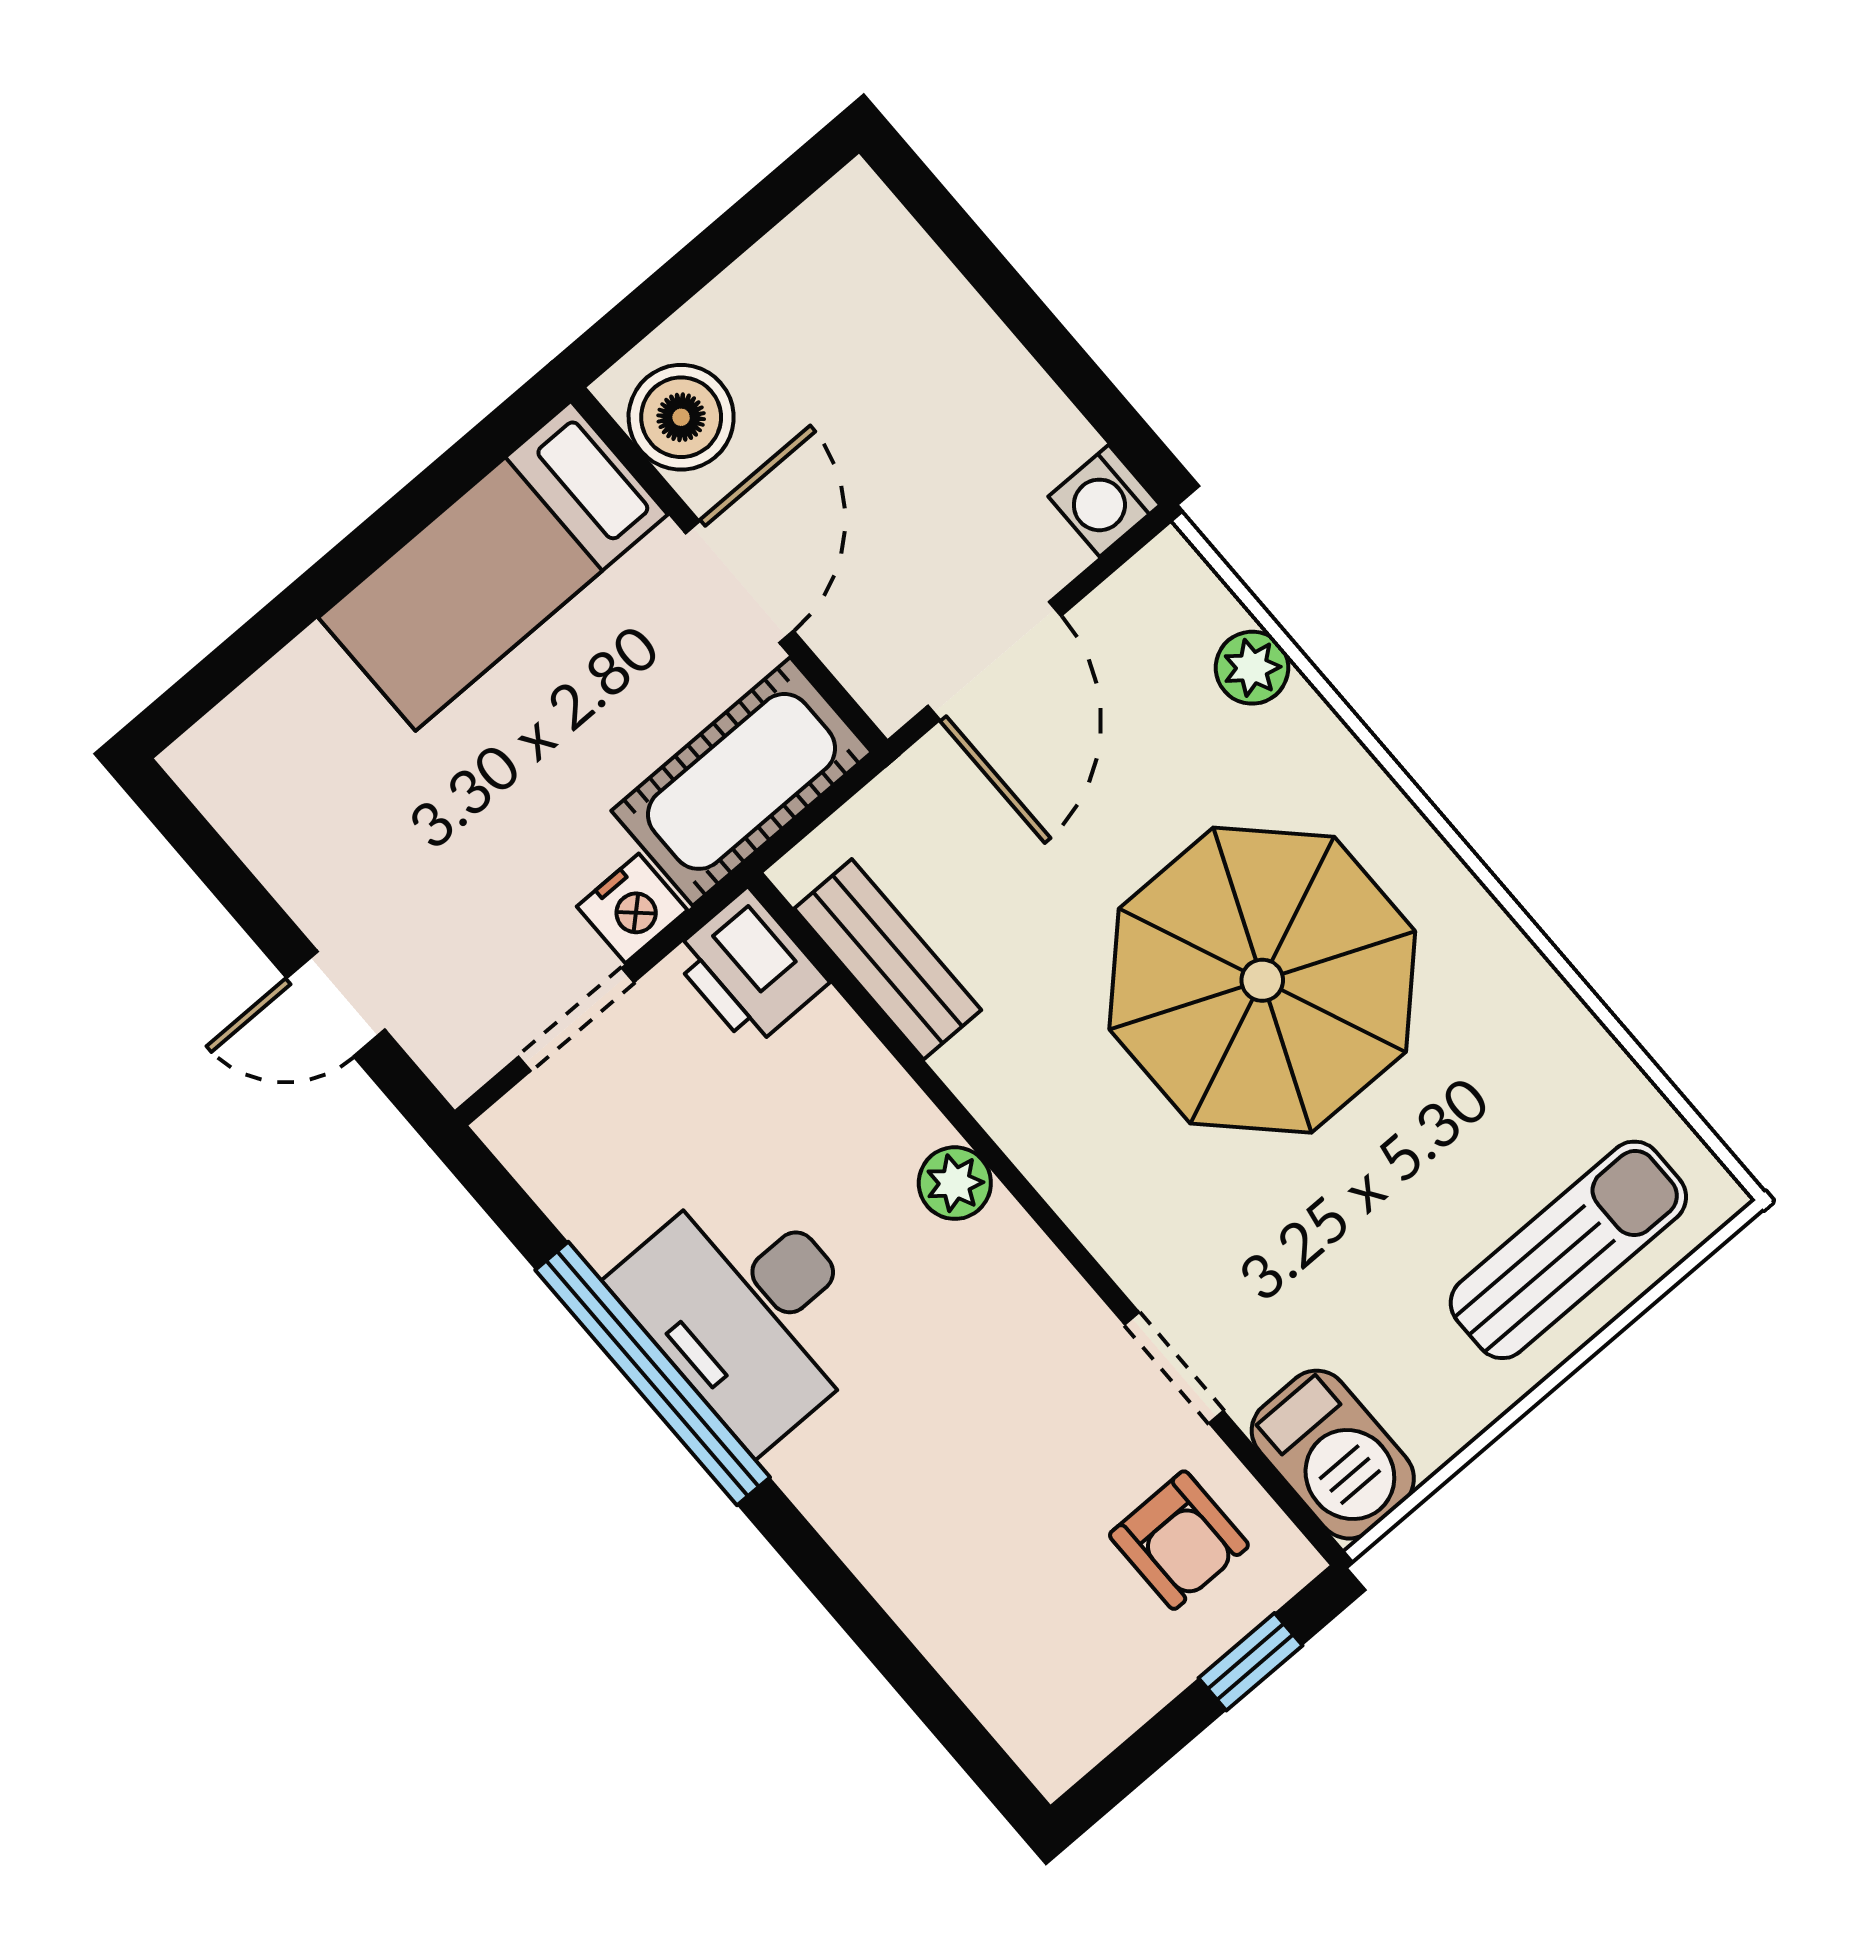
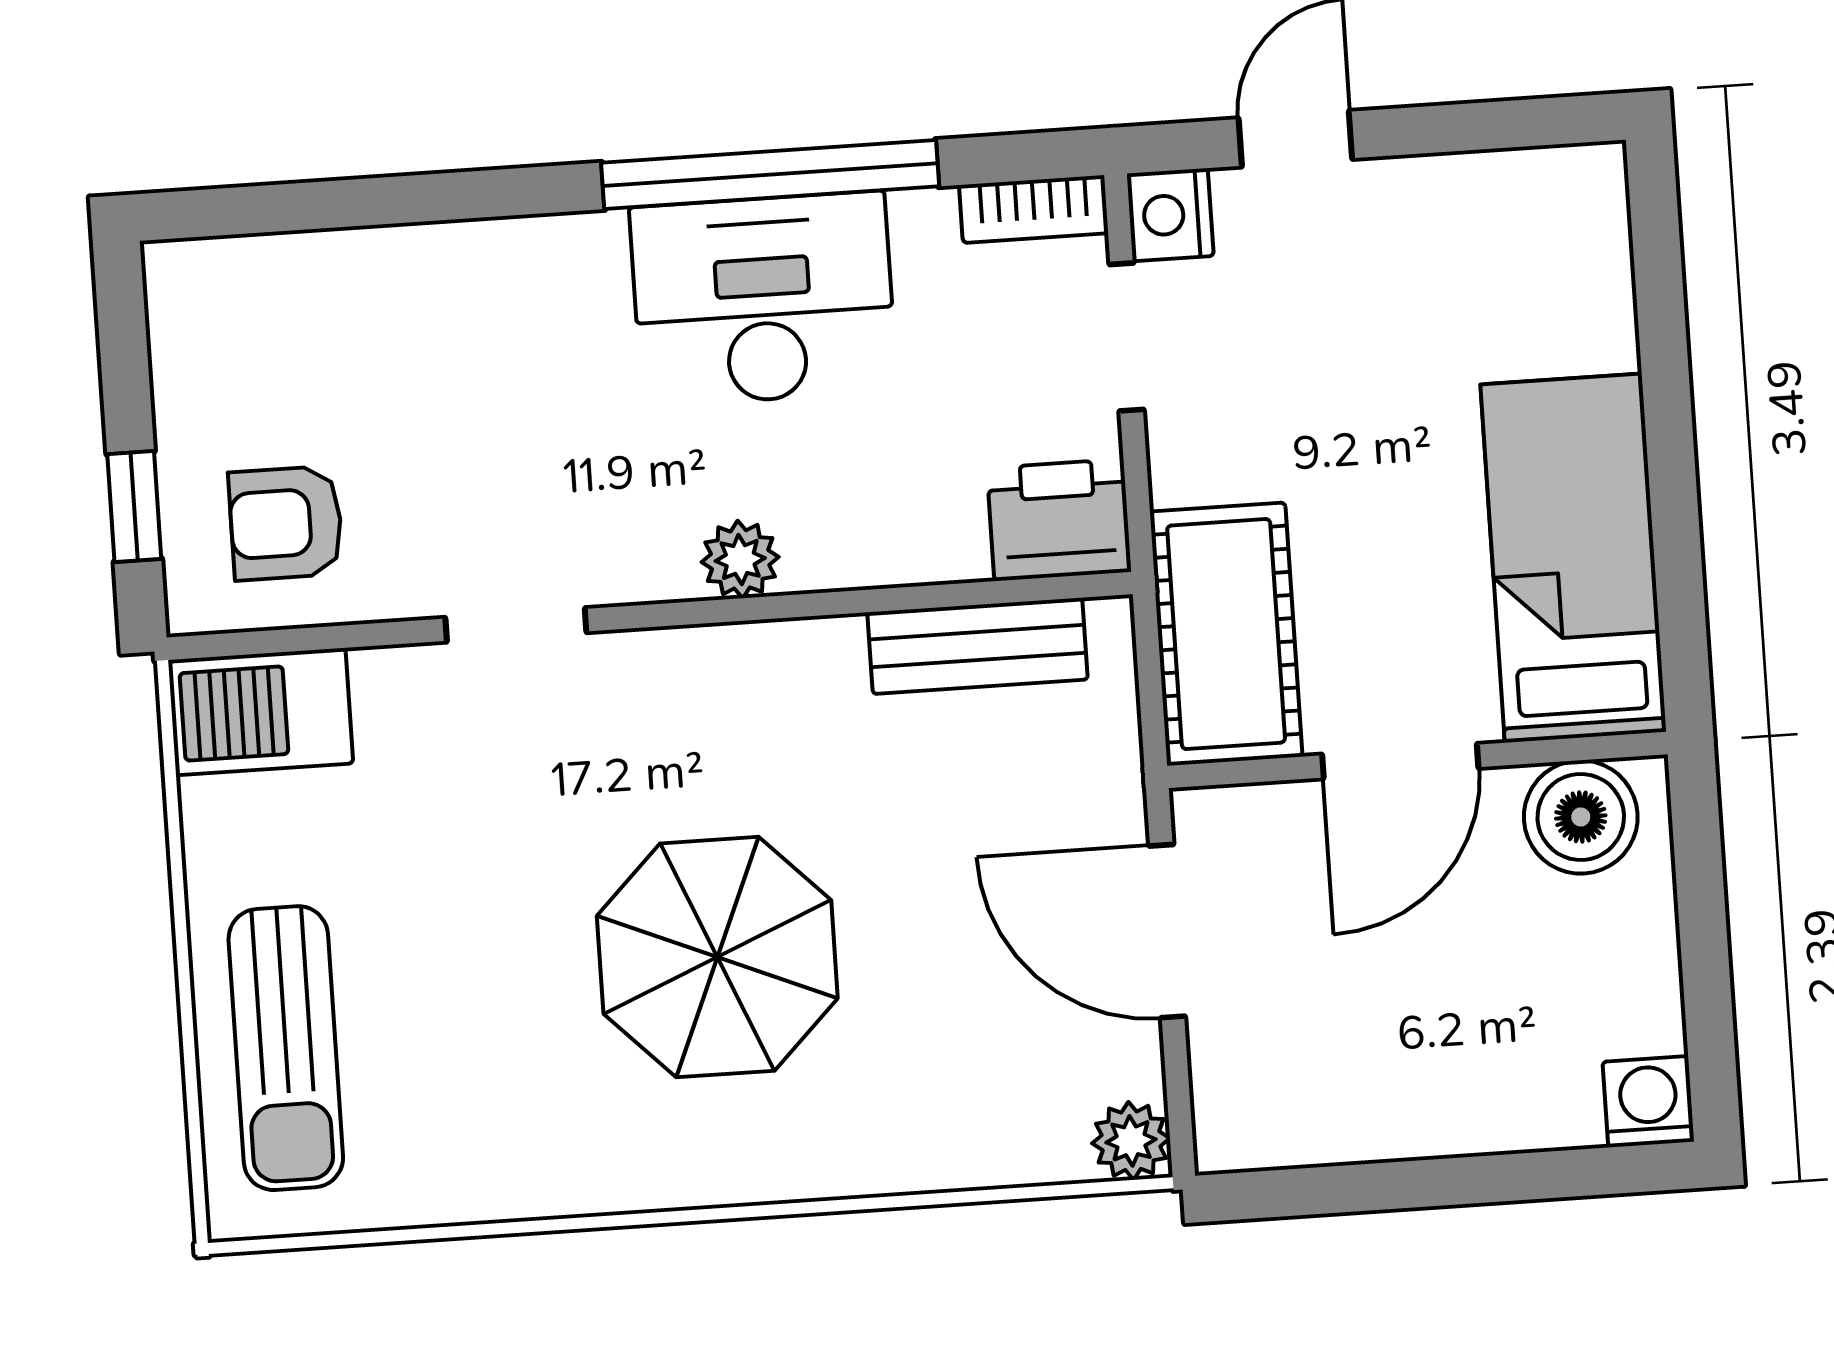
washing machine: (1104, 501) -> (1648, 1102), moved
door: (739, 582) -> (1400, 761), hinge flipped
plant: (1252, 668) -> (1131, 1141), moved
nightstand: (632, 908) -> (1170, 215), moved
parasol: (1262, 980) -> (717, 957), width x0.73, depth x0.73
bookcase: (533, 1159) -> (1034, 209), added
doorway: (1174, 1368) -> (516, 625), moved

